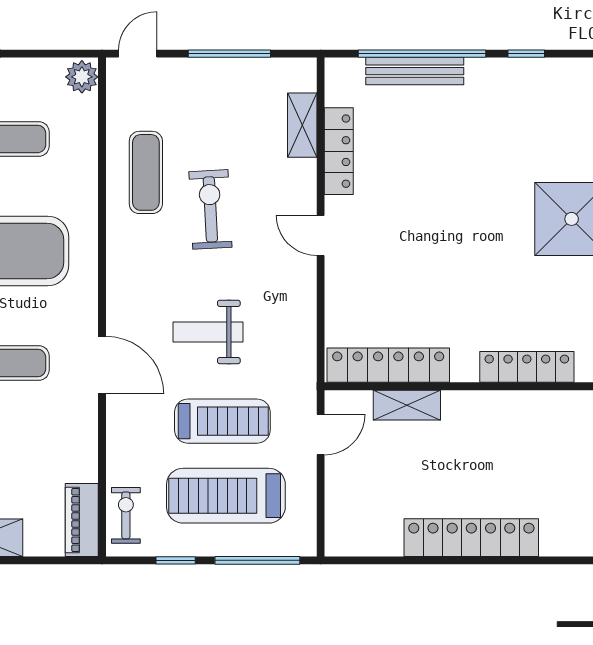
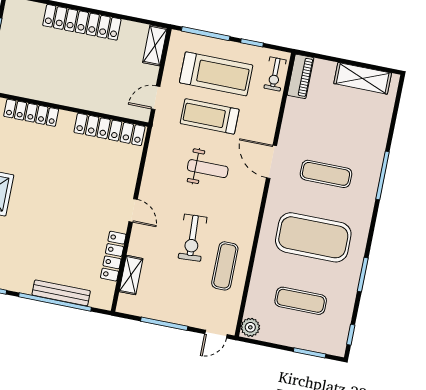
shelving: (407, 405) -> (155, 45), moved, turned 90

